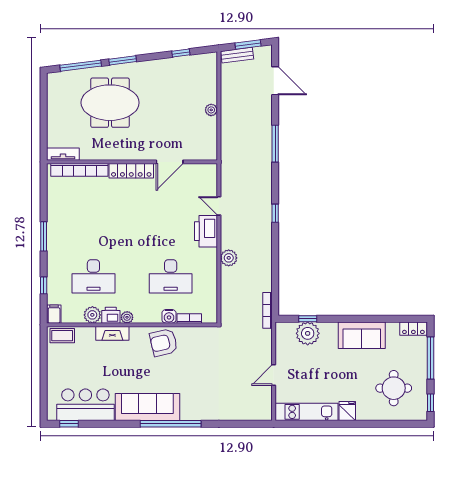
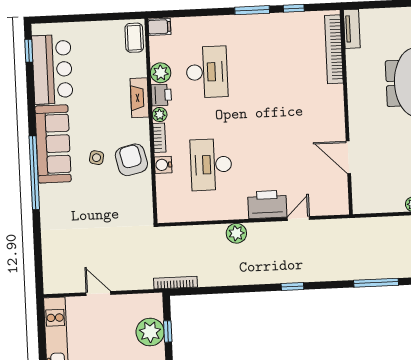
locker: (131, 171) -> (336, 112), removed
desk: (93, 276) -> (207, 72), turned 180
window: (44, 285) -> (294, 8), moved
bookcase: (189, 318) -> (159, 138), moved
side table: (161, 371) -> (97, 158), added

